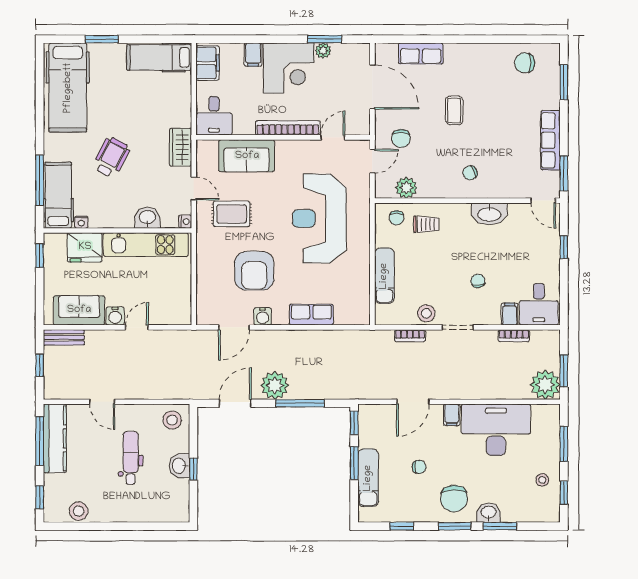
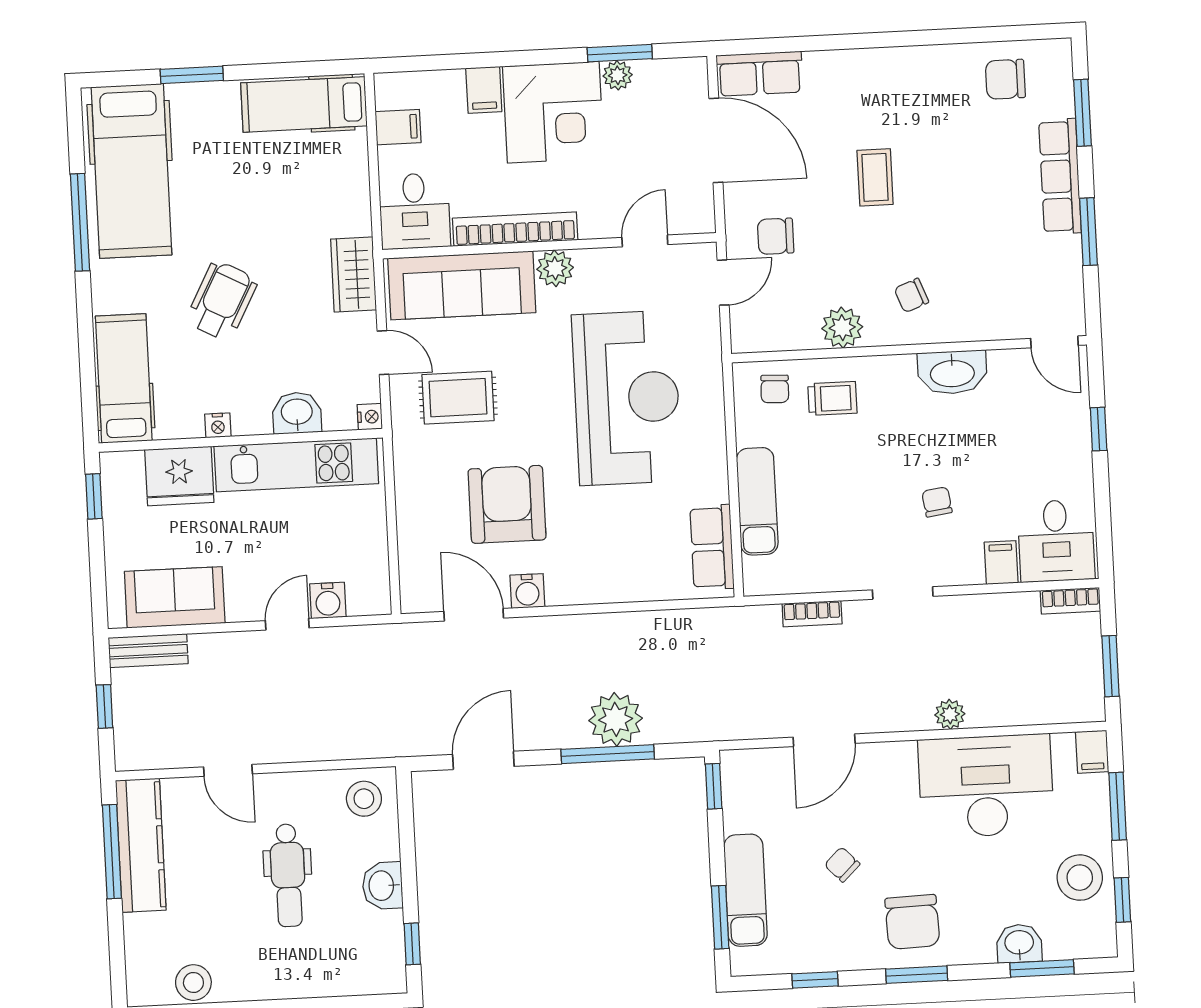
row of seats: (421, 53) -> (760, 74), moved
filing cabinet: (208, 63) -> (398, 127), width x0.50
bookcase: (288, 128) -> (515, 229), moved
chair: (401, 138) -> (776, 236), turned 90
row of seats: (550, 140) -> (1060, 176), moved
plant: (285, 149) -> (555, 268), added
sofa: (247, 156) -> (462, 285), width x1.36
window: (564, 173) -> (1089, 232), moved
window: (40, 180) -> (80, 222), moved
plant: (406, 188) -> (842, 328), moved
reception desk: (319, 219) -> (627, 398), turned 180
nightstand: (81, 222) -> (218, 425), moved
armchair: (254, 271) -> (507, 504), turned 180
stool: (426, 313) -> (841, 569), removed
row of seats: (311, 315) -> (712, 547), moved, turned -90
water cooler: (115, 316) -> (328, 600), moved
door: (234, 327) -> (474, 615), swing flipped
bookcase: (514, 336) -> (1070, 601), moved
plant: (275, 385) -> (616, 719), moved
plant: (545, 385) -> (950, 714), moved, width x0.53, depth x0.53
filing cabinet: (452, 415) -> (1092, 752), moved
dental chair: (131, 458) -> (288, 875), turned 180
window: (354, 463) -> (720, 917), moved
chair: (419, 467) -> (842, 864), turned -134
window: (193, 469) -> (412, 944), moved
stool: (542, 480) -> (1080, 878), width x1.89, depth x1.89
window: (40, 497) -> (117, 960), removed
washbasin: (489, 513) -> (1019, 943), moved
window: (500, 526) -> (1042, 968), moved

